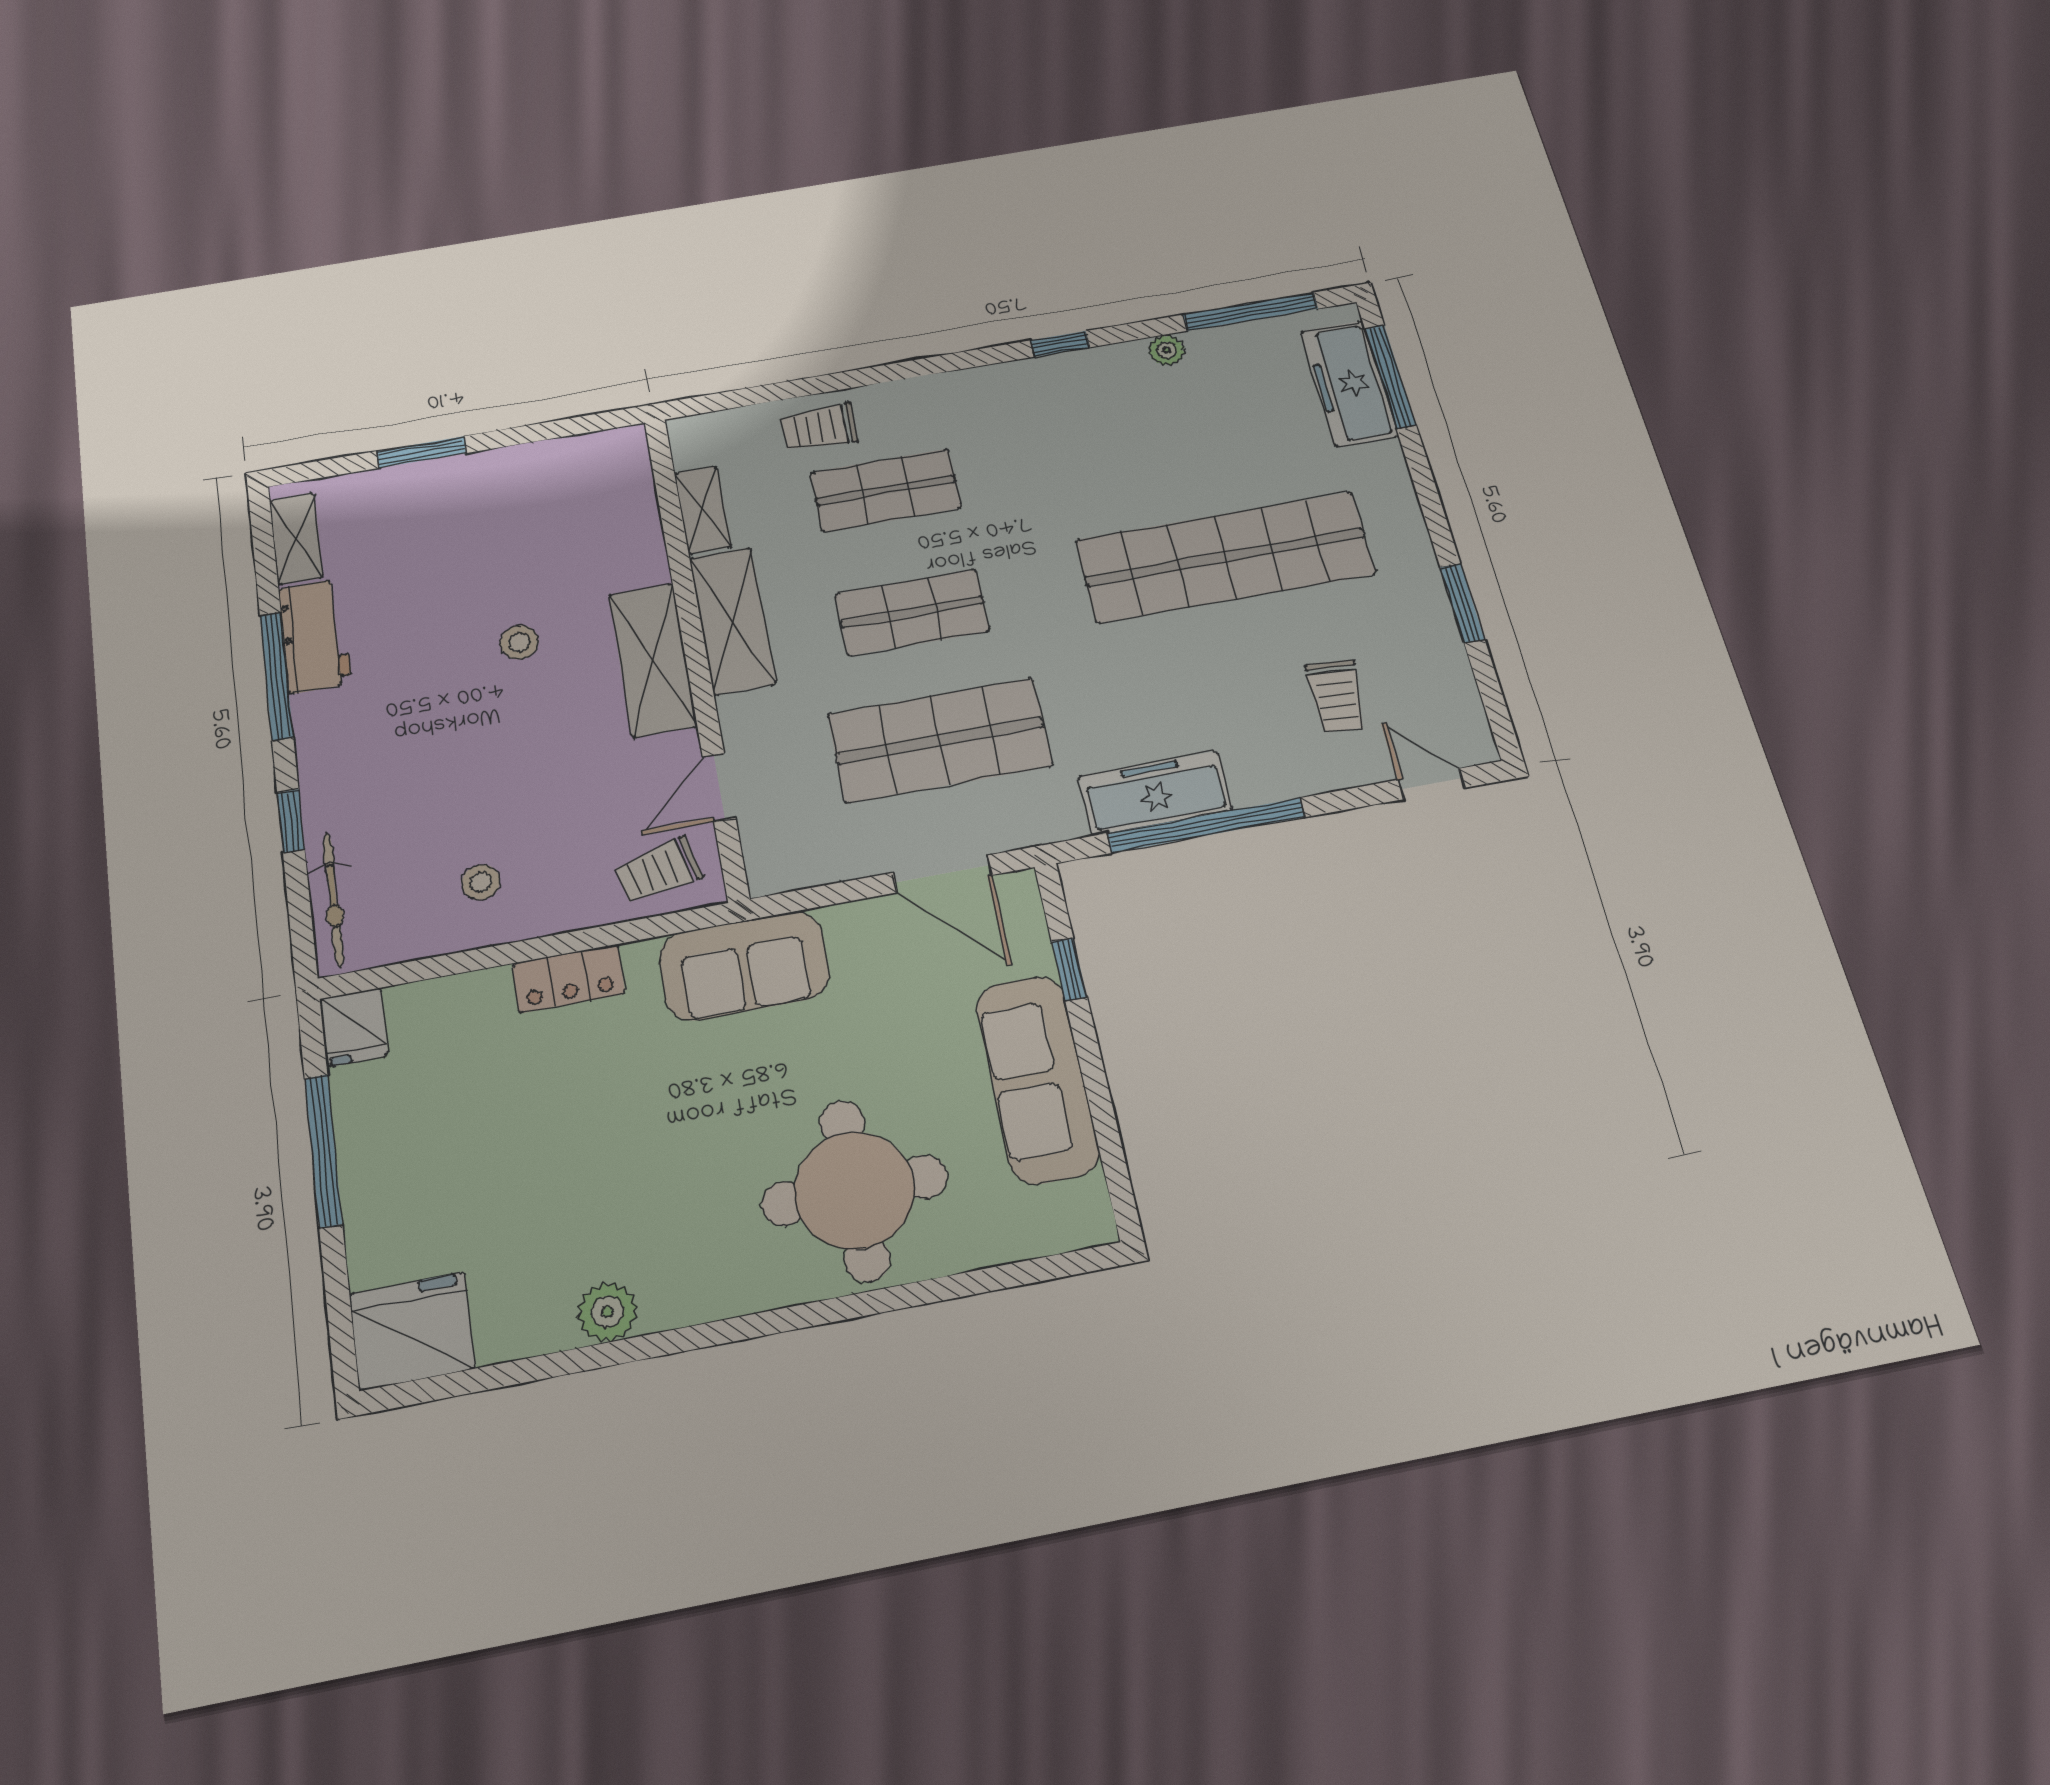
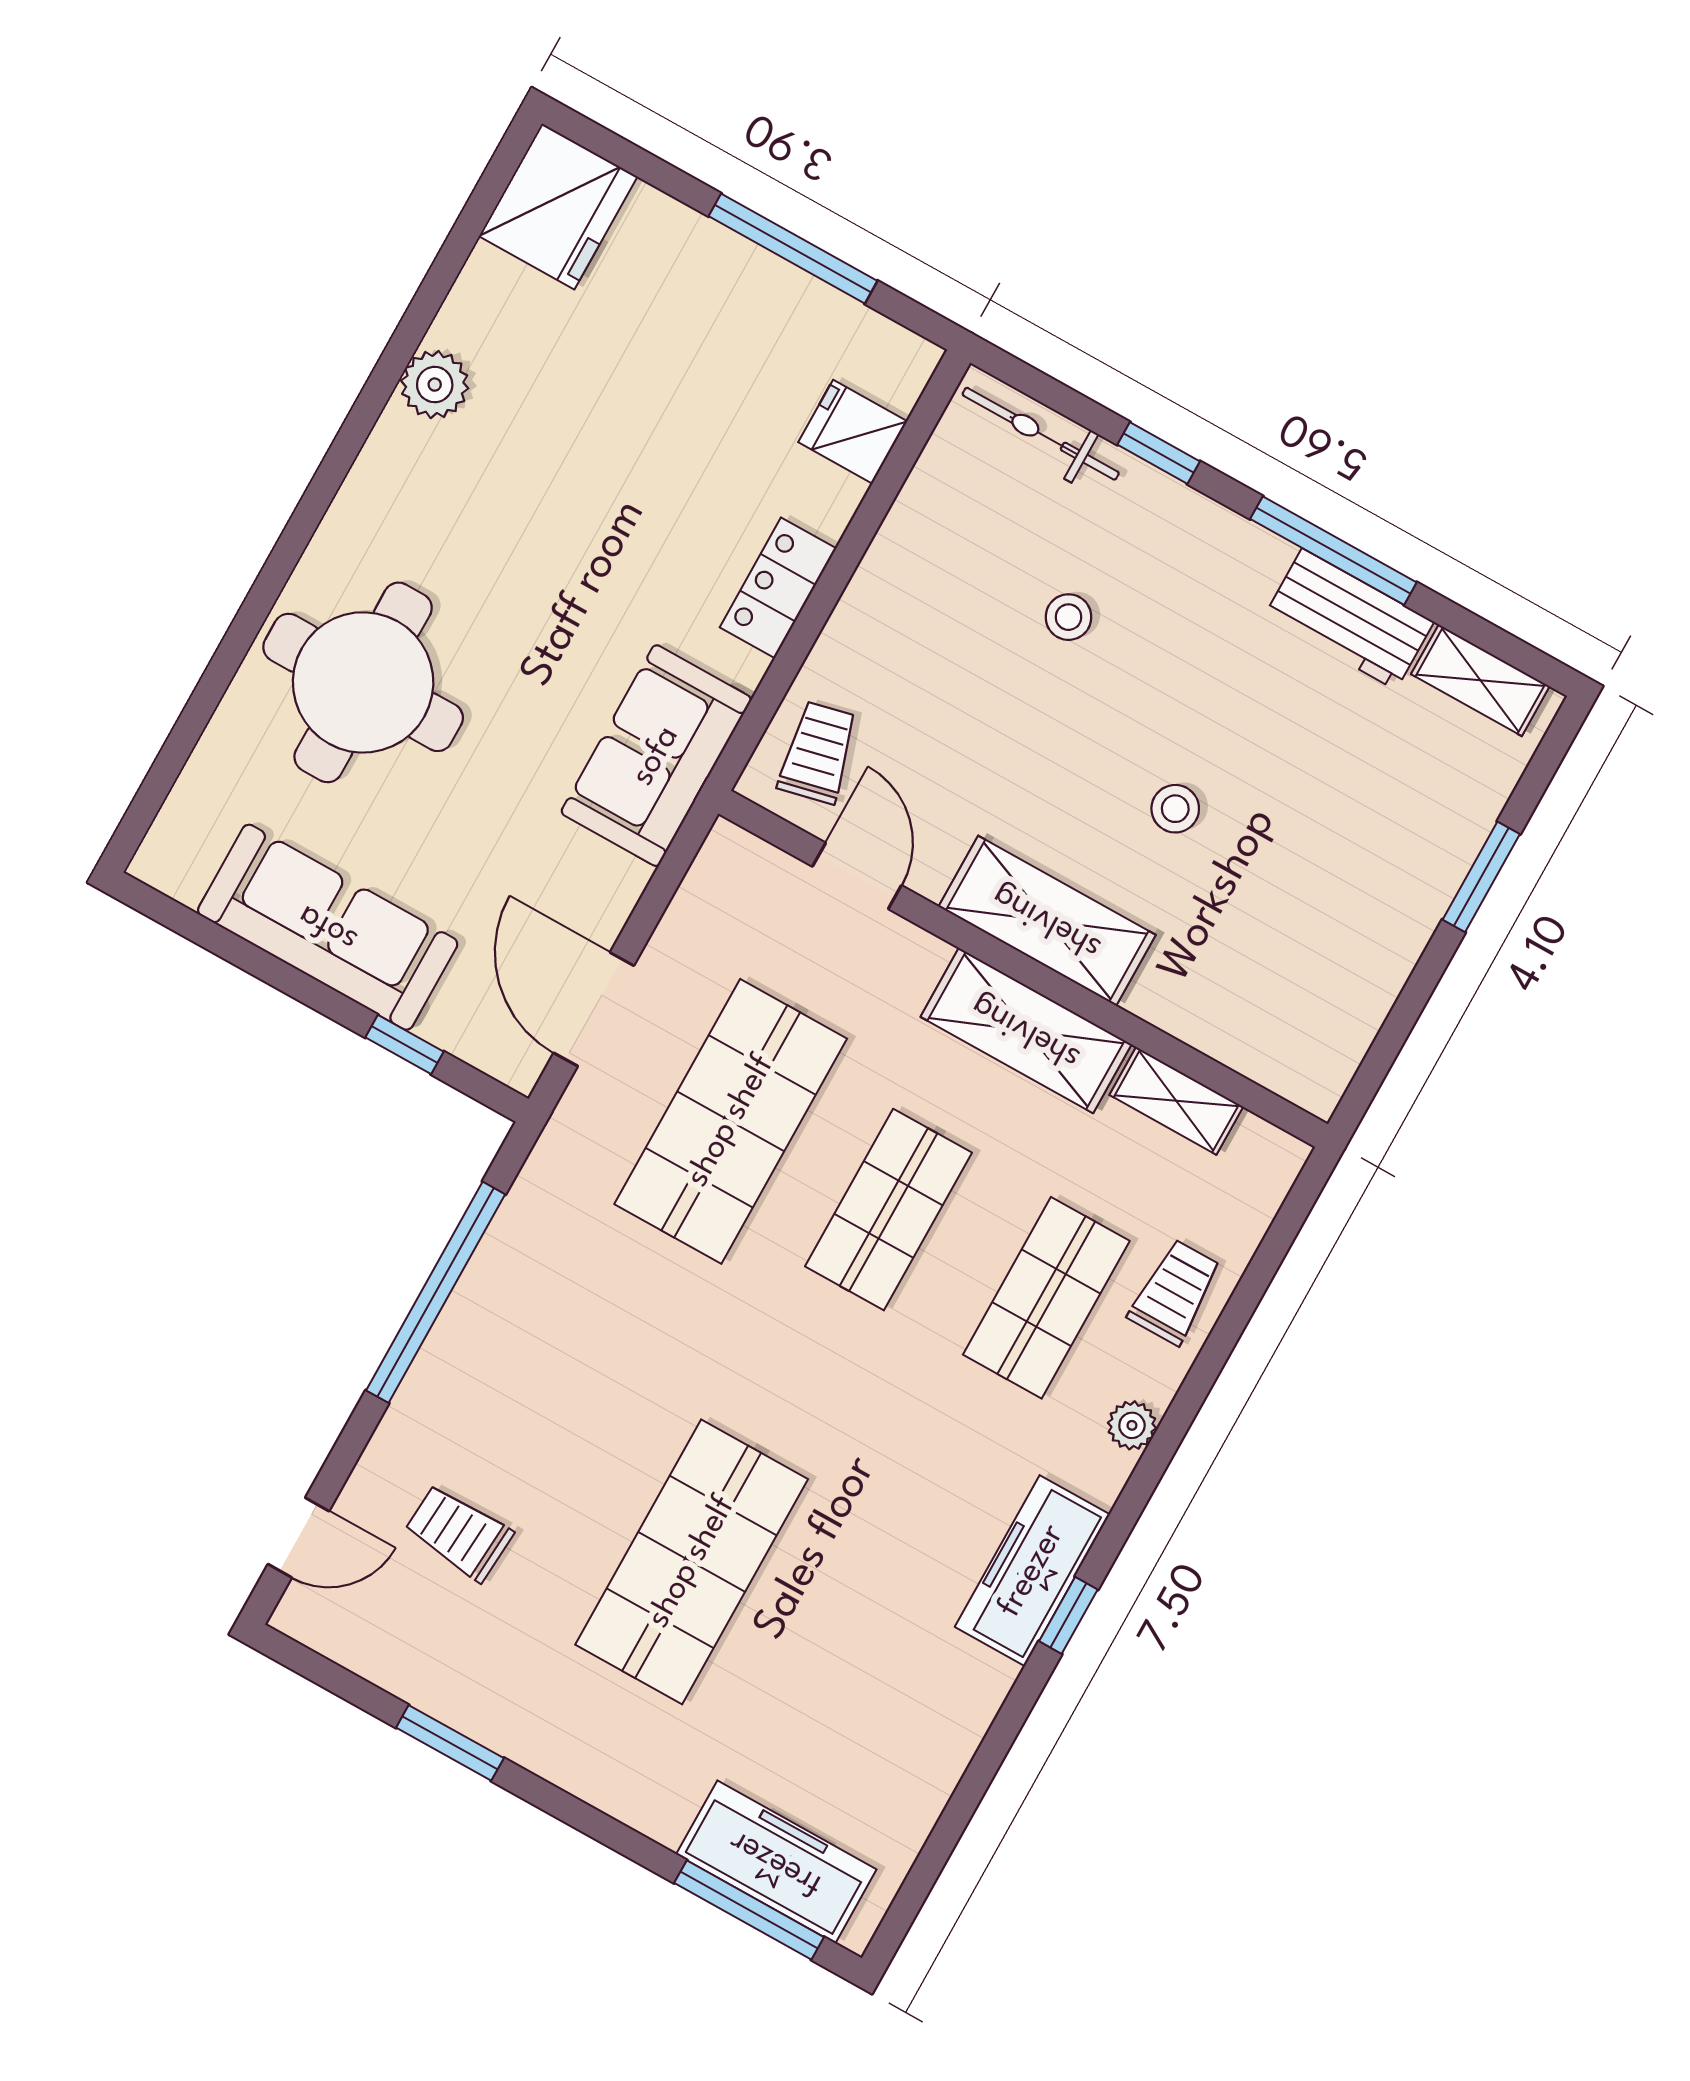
window: (1251, 312) -> (942, 1841), removed
plant: (1167, 350) -> (1132, 1425), moved
shop shelf: (1225, 557) -> (692, 1562), width x0.71
freezer: (1155, 793) -> (1032, 1571), moved, turned 180
door: (942, 874) -> (594, 1009), hinge flipped
stool: (481, 882) -> (1068, 617), moved
fridge: (354, 1027) -> (853, 432), moved

